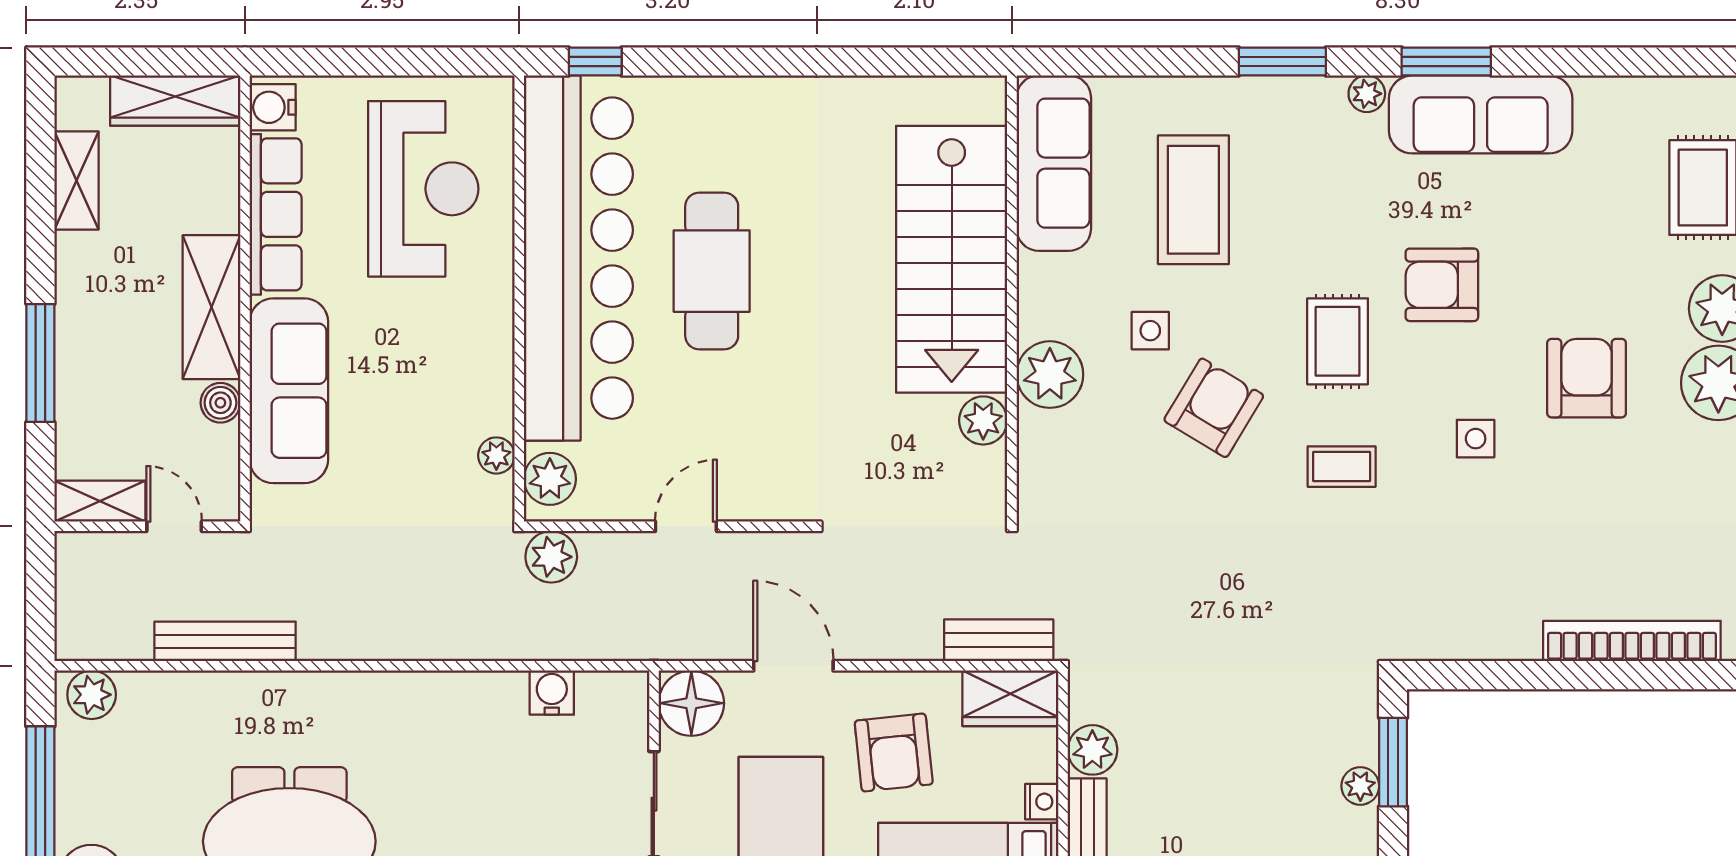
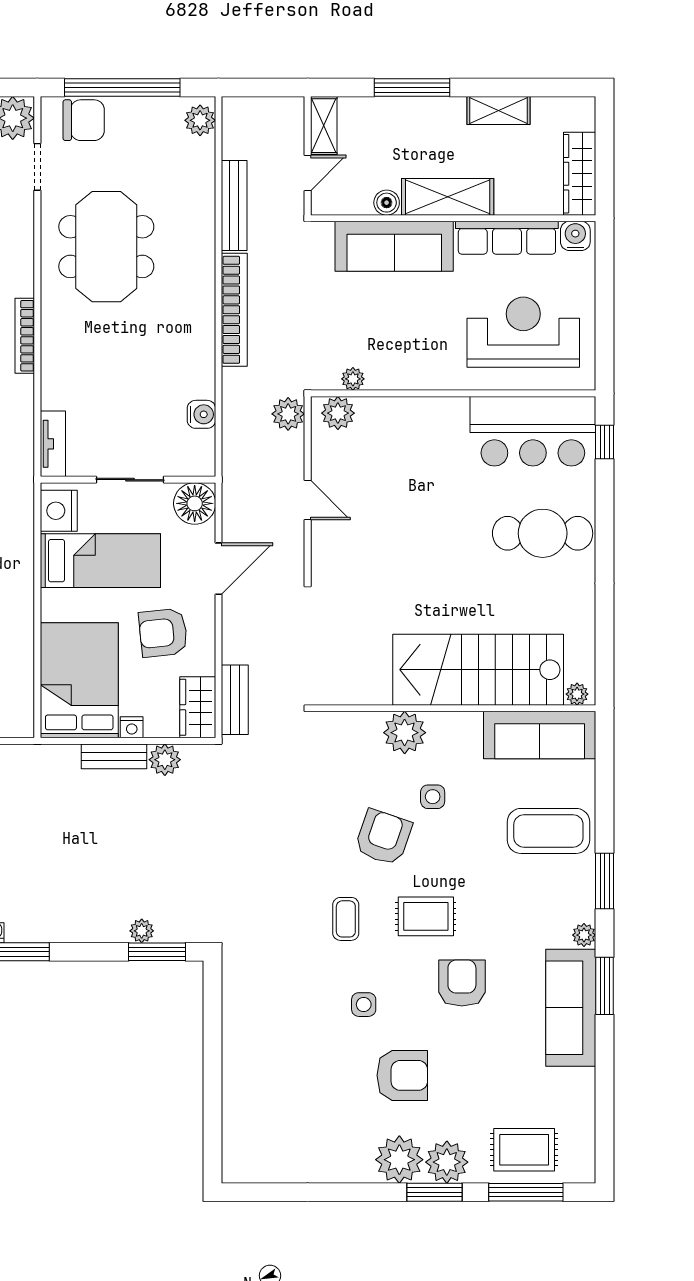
shelving: (76, 181) -> (499, 111), moved
reception desk: (423, 189) -> (523, 332), turned 180
coffee table: (1193, 200) -> (548, 831), moved
bar counter: (578, 258) -> (533, 431), width x0.54
cafe table: (712, 271) -> (543, 533), moved
armchair: (1214, 408) -> (383, 837), turned -102
plant: (983, 420) -> (577, 694), moved, width x0.73, depth x0.73
bookcase: (1632, 641) -> (234, 310), moved

